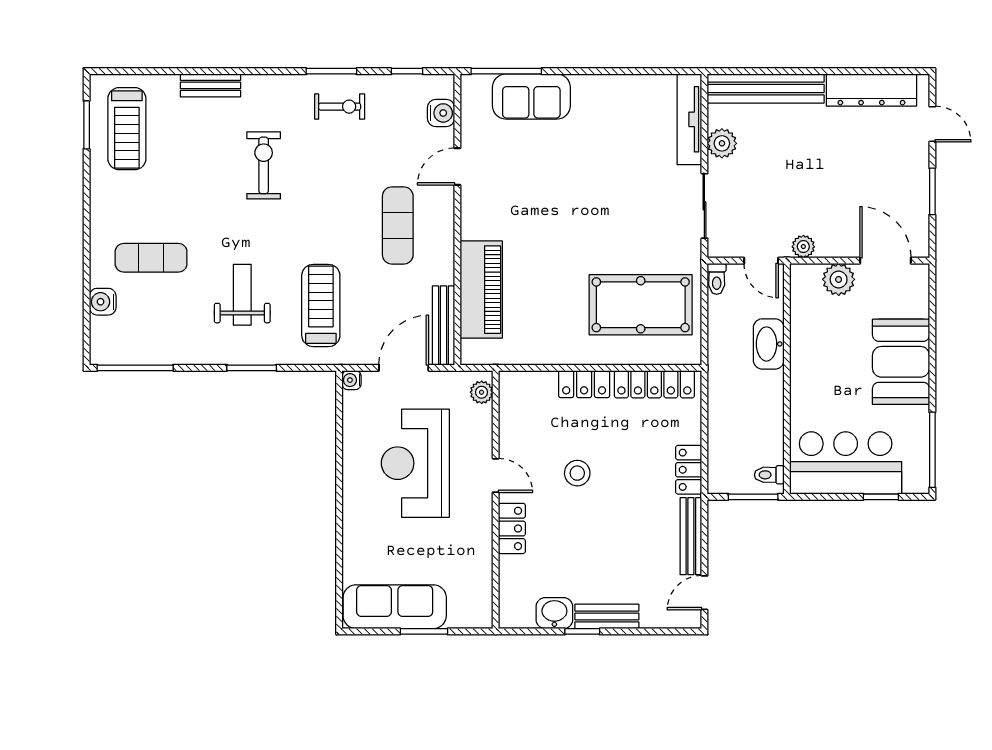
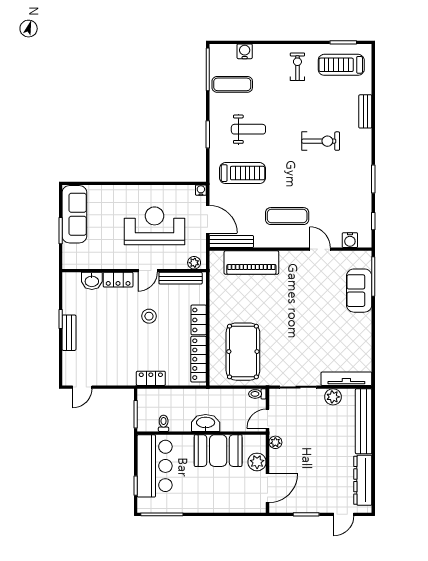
exercise bike: (340, 107) -> (297, 67), moved, turned 180
exercise mat: (151, 258) -> (232, 84), moved, turned 90
washbasin: (769, 344) -> (206, 423), moved
booth: (901, 362) -> (218, 451), moved
toilet: (769, 475) -> (164, 423), moved
bench: (691, 536) -> (181, 278), moved
door: (704, 593) -> (82, 387), swing flipped
washbasin: (554, 613) -> (92, 281), moved, turned 90

